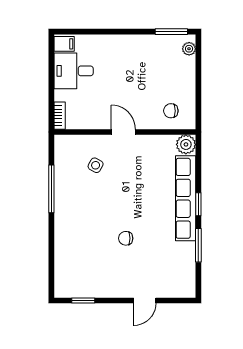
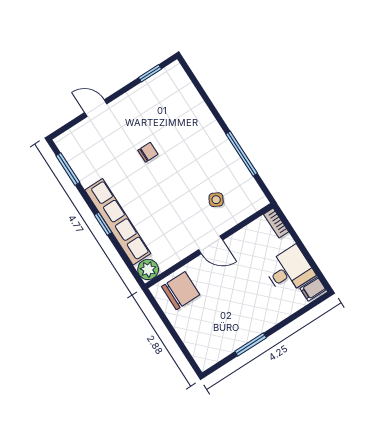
window: (171, 32) -> (251, 344), moved
plant: (189, 49) -> (200, 356), removed
chair: (171, 111) -> (181, 291), width x1.87, depth x1.87
window: (198, 245) -> (68, 169), moved
door: (145, 300) -> (96, 108), hinge flipped

